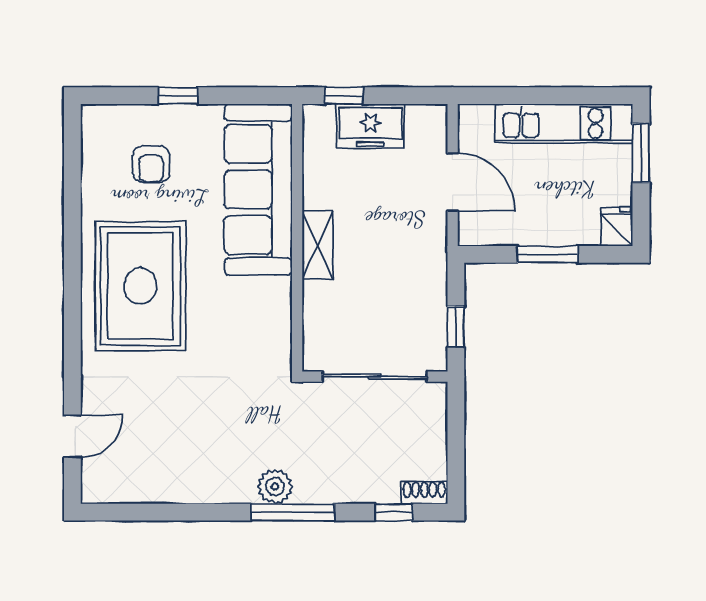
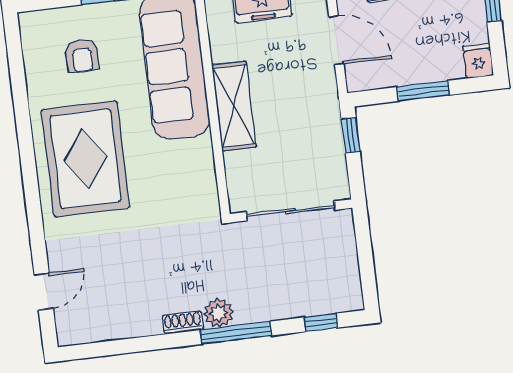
shelving: (318, 245) -> (234, 106), width x1.50, depth x1.33
window: (456, 327) -> (351, 135), moved
shoe rack: (424, 493) -> (183, 323), moved

